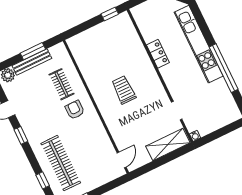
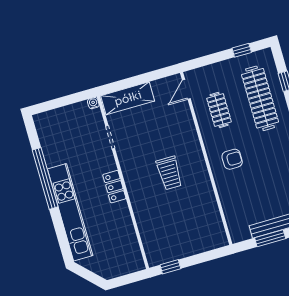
locker: (158, 54) -> (114, 187), moved
clothes rail: (61, 84) -> (219, 110), moved
armchair: (75, 110) -> (232, 159), turned -90

